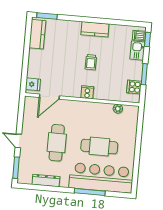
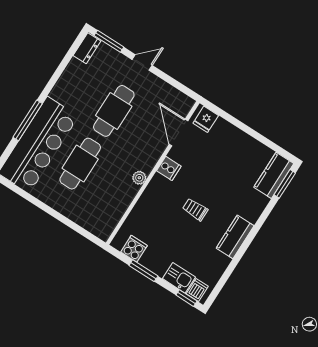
kitchen counter: (37, 34) -> (274, 175), moved, turned 90
cooker: (87, 92) -> (169, 168), moved
plant: (118, 109) -> (139, 178), moved
cafe table: (57, 143) -> (114, 111), turned 90
dresser: (46, 181) -> (87, 48), moved, width x0.70

